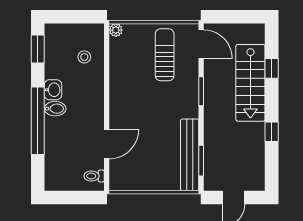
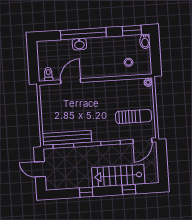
washbasin: (53, 90) -> (79, 44), moved
bidet: (55, 109) -> (145, 41), moved
door: (107, 144) -> (71, 81), swing flipped

